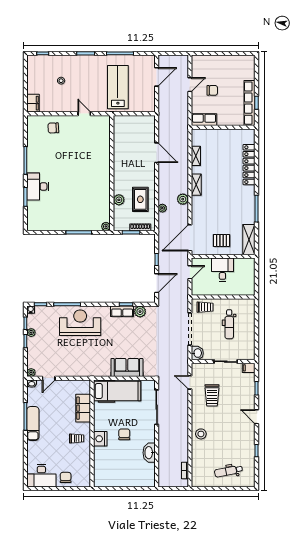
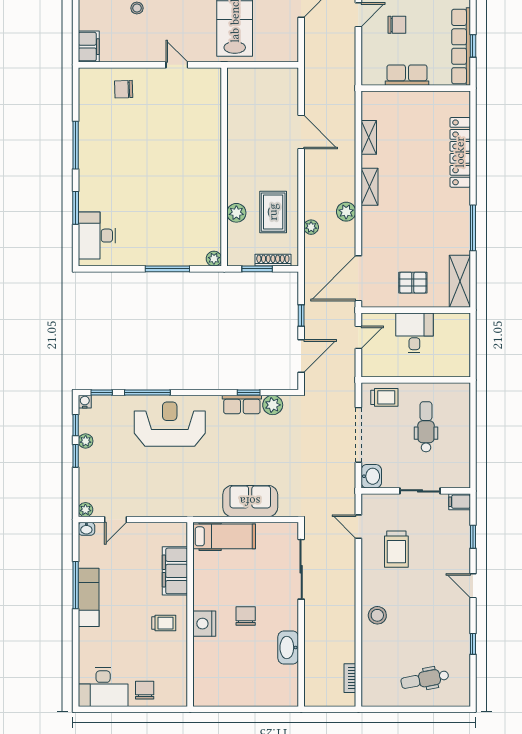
row of seats: (204, 120) -> (407, 75), moved
desk: (38, 186) -> (97, 236), moved
dental chair: (229, 324) -> (426, 427), turned 180
hospital bed: (117, 391) -> (224, 536), width x0.73, depth x0.78

